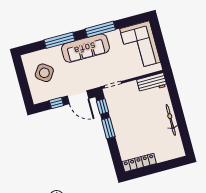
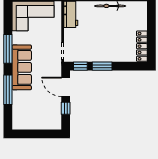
side table: (44, 73) -> (34, 112), removed
door: (78, 97) -> (66, 87), swing flipped

